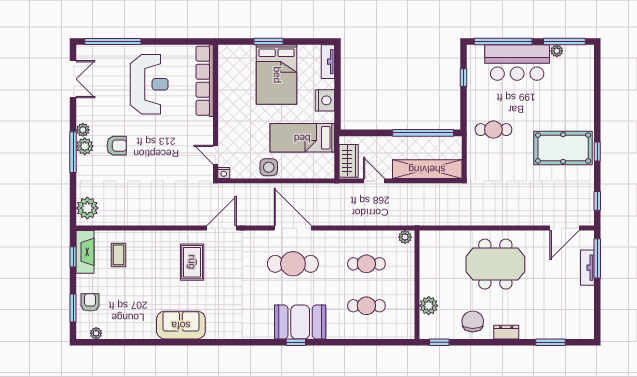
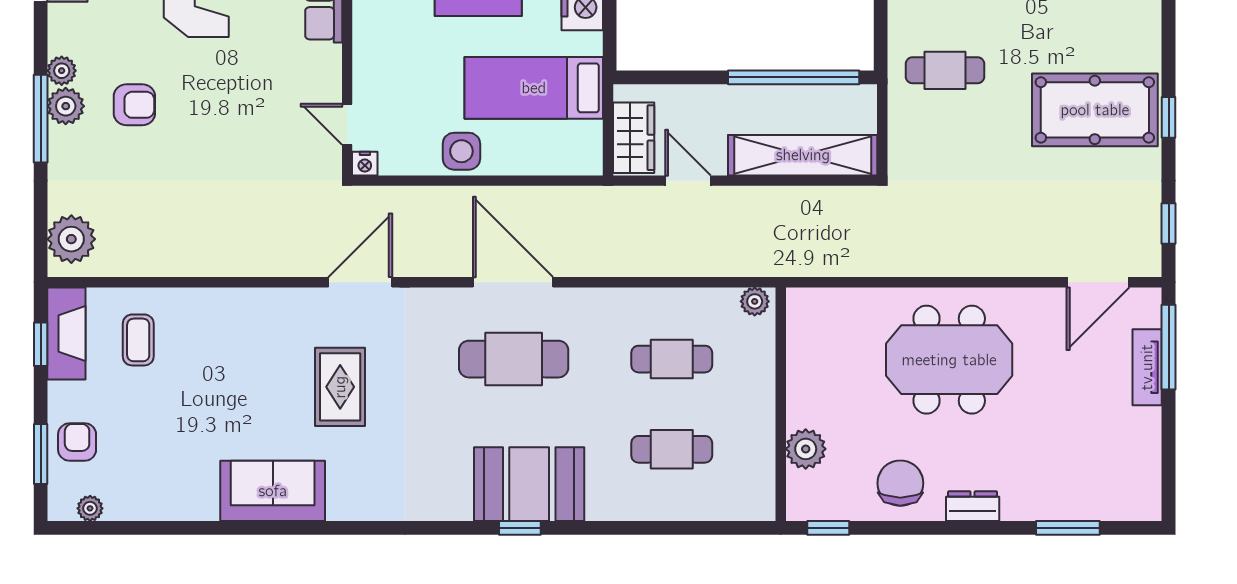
rug: (192, 262) -> (340, 387), moved

